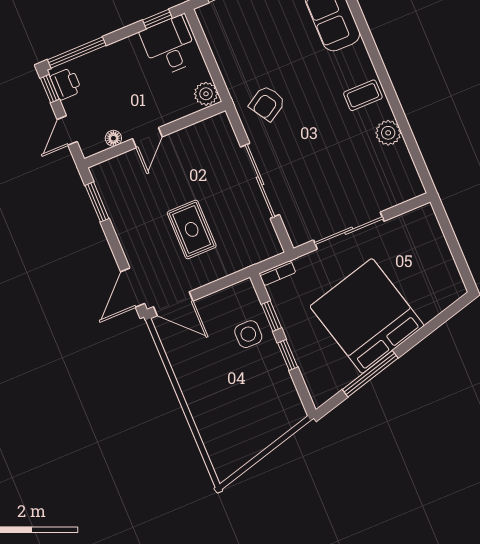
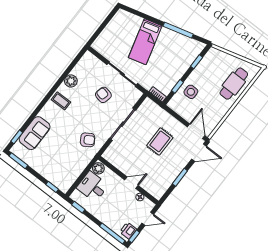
desk: (169, 46) -> (92, 187), moved, turned 90
armchair: (331, 176) -> (103, 95), added
window: (97, 202) -> (180, 177), moved
bed: (367, 316) -> (145, 42), width x0.49
window: (288, 355) -> (197, 62), moved
cafe table: (220, 418) -> (234, 84), added

